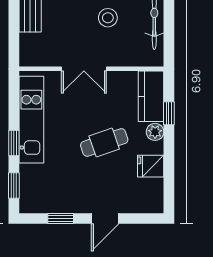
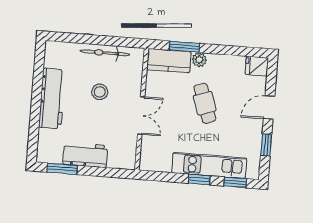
window: (169, 113) -> (184, 47), width x1.50
kitchen unit: (31, 120) -> (209, 166), moved
fridge: (151, 166) -> (257, 66), moved, turned 90
door: (105, 219) -> (269, 107), swing flipped

